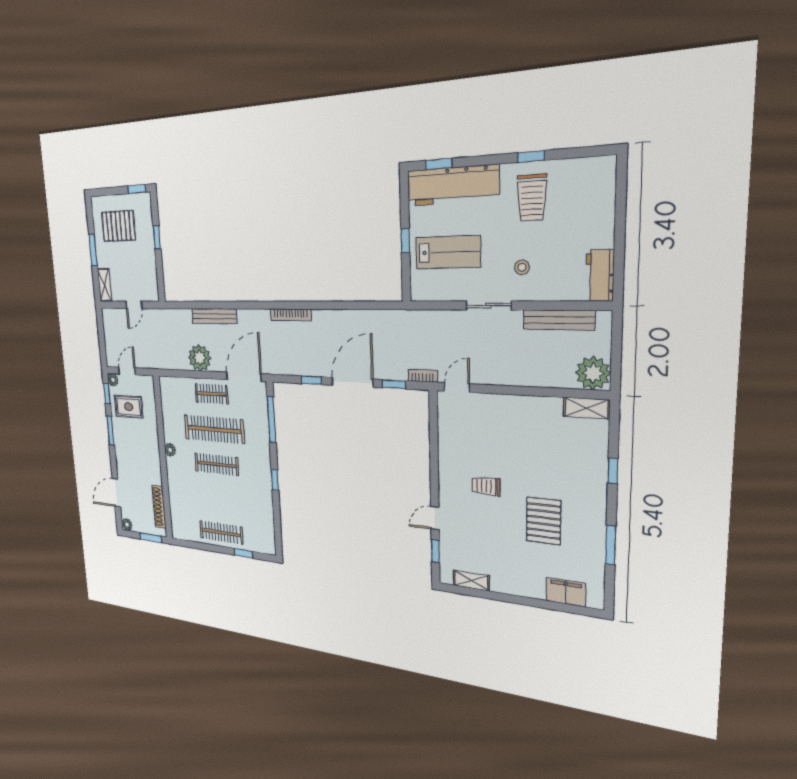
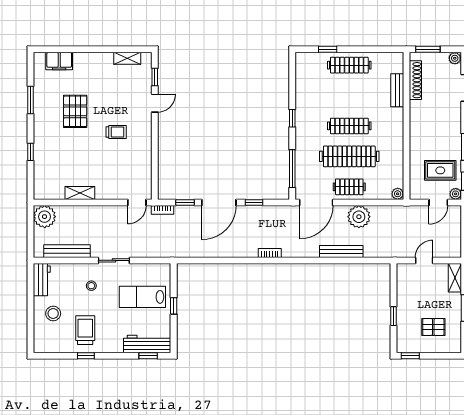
workbench: (453, 185) -> (147, 344), width x0.73, depth x0.76
stool: (582, 222) -> (53, 313), added
pallet: (119, 226) -> (433, 327), width x0.67, depth x0.71
bookcase: (291, 315) -> (270, 253), width x0.64
shelving: (587, 408) -> (80, 193), moved
plant: (170, 450) -> (398, 194), moved
bench: (174, 498) -> (397, 90), added

